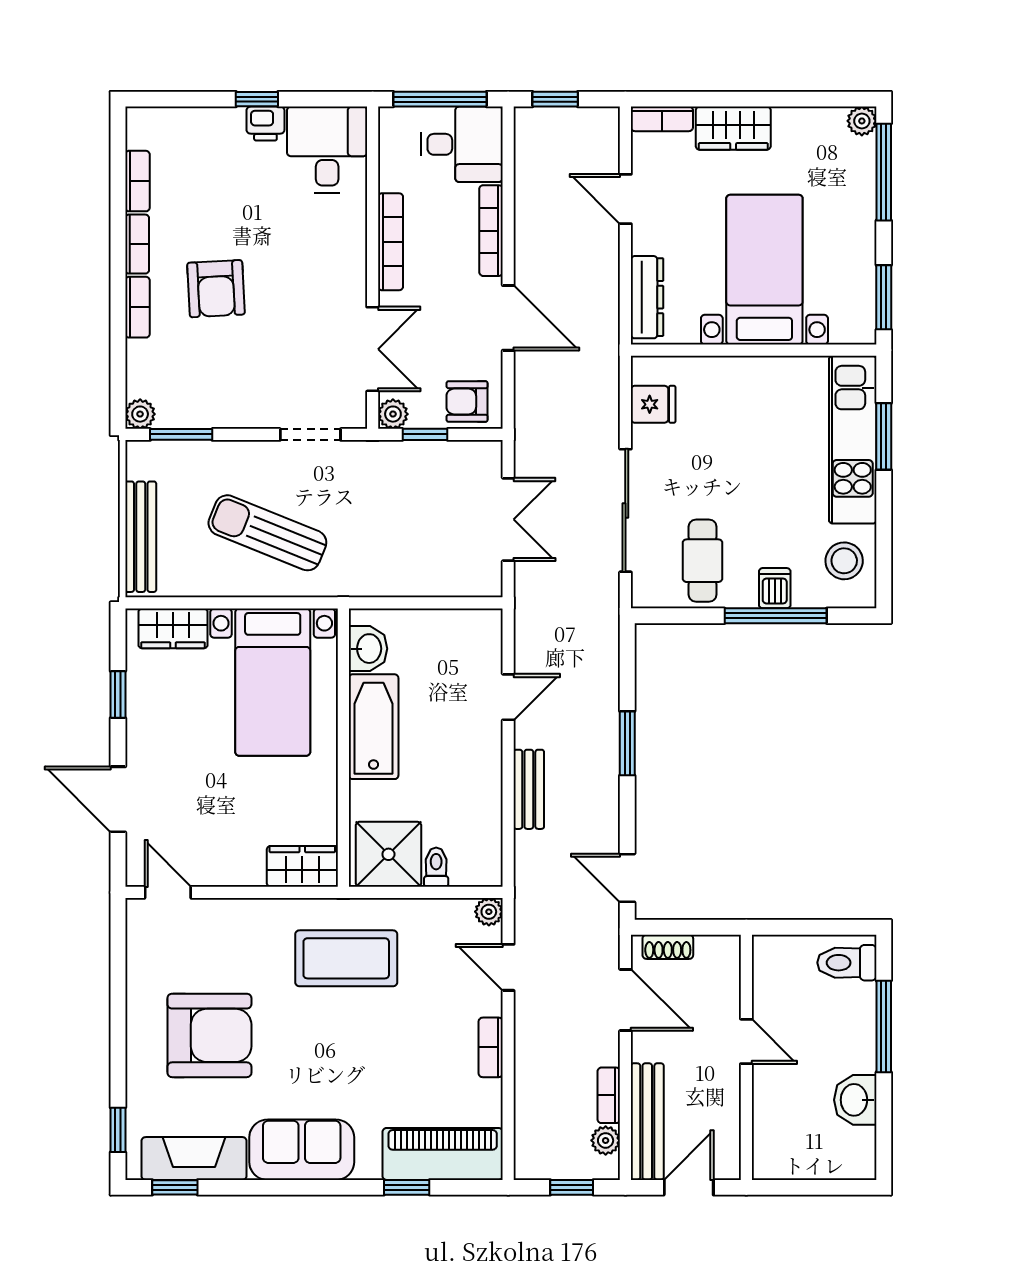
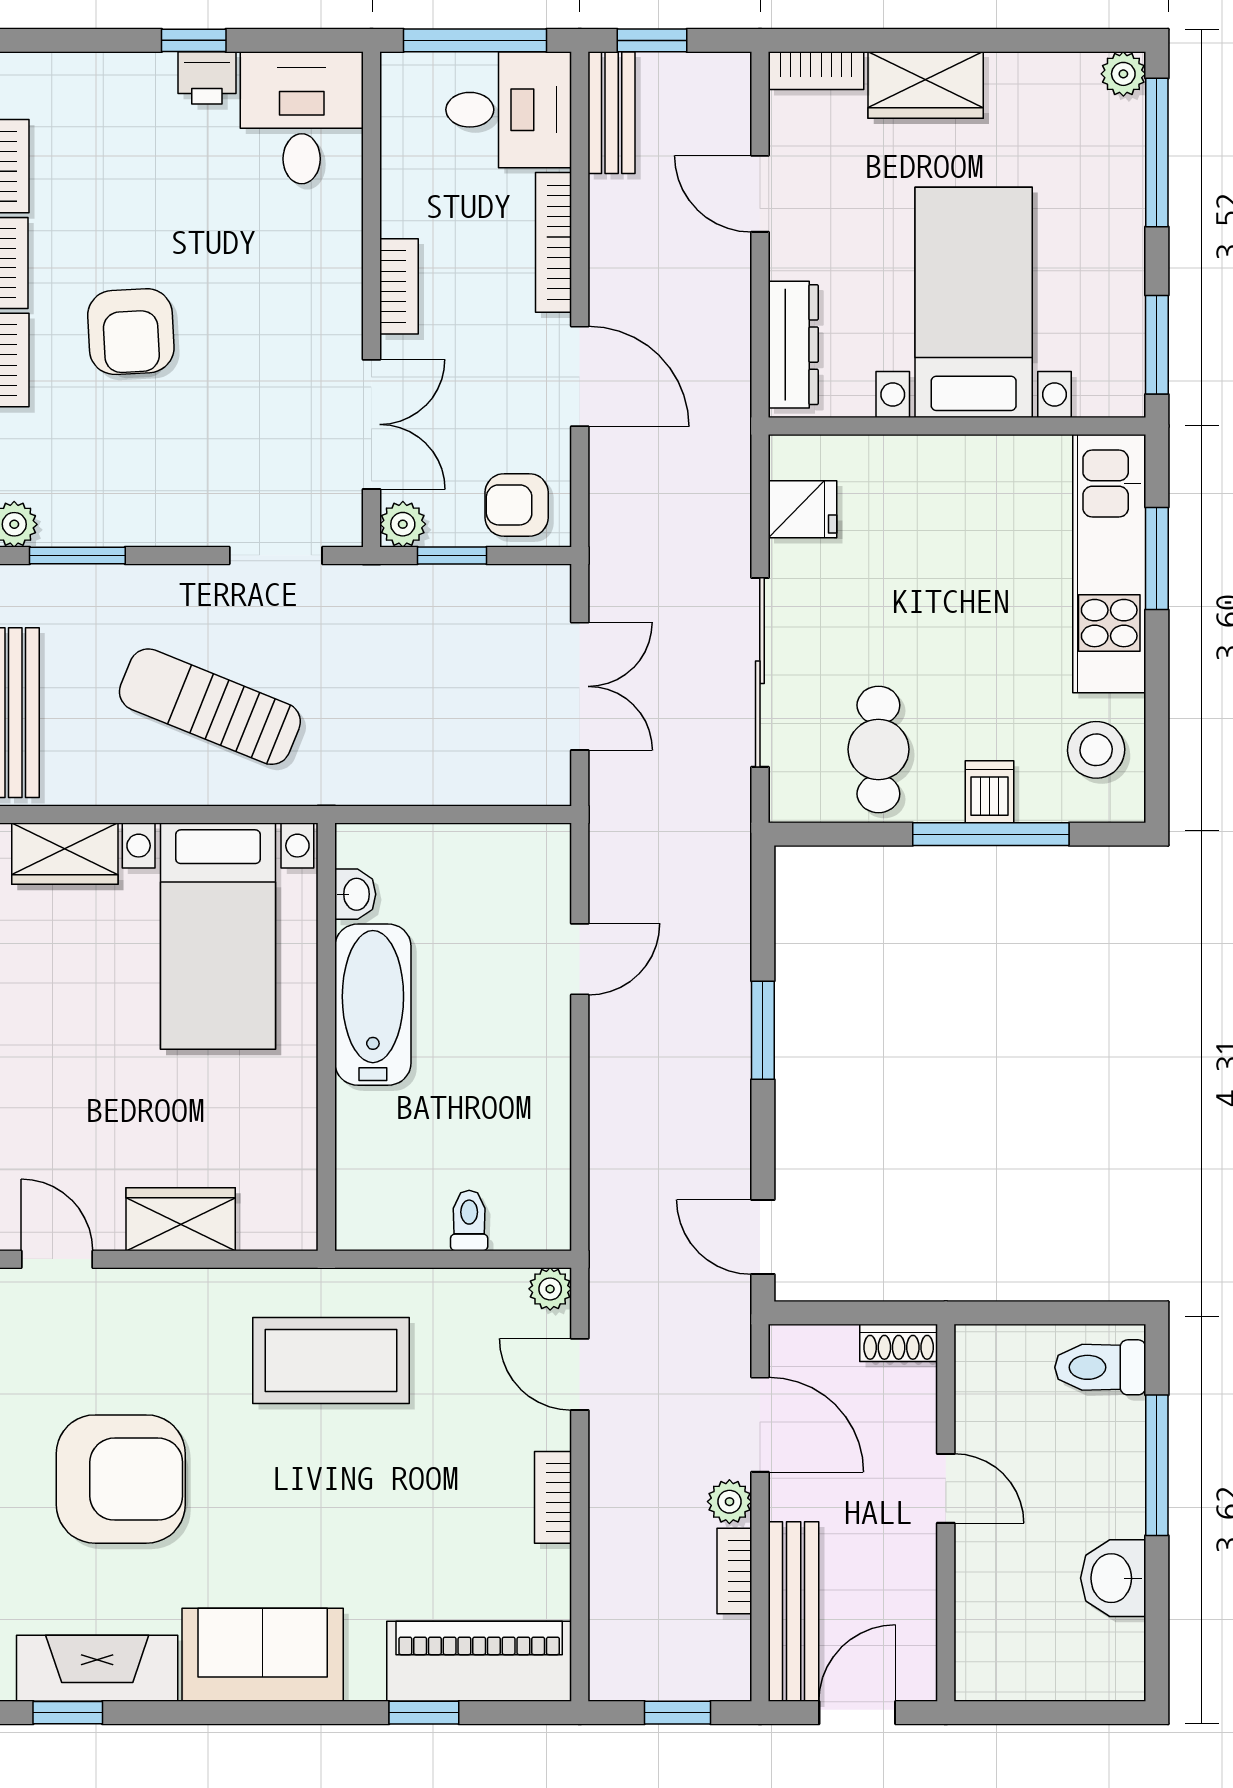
bookcase: (391, 242) -> (399, 286), width x0.64
washbasin: (368, 649) -> (355, 894), width x0.72, depth x0.69
bench: (529, 789) -> (612, 113), moved
shower: (388, 854) -> (396, 1201), removed
wardrobe: (302, 866) -> (181, 1219), moved
shoe rack: (668, 947) -> (899, 1343), moved
plant: (606, 1140) -> (729, 1502), moved

